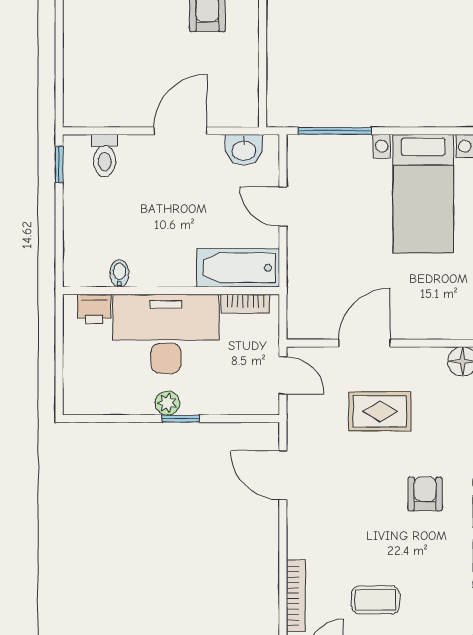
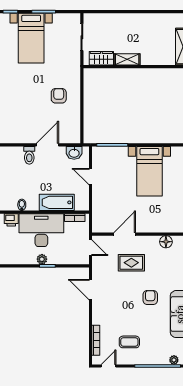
toilet: (105, 156) -> (29, 155), moved
bathtub: (238, 268) -> (57, 202), moved

